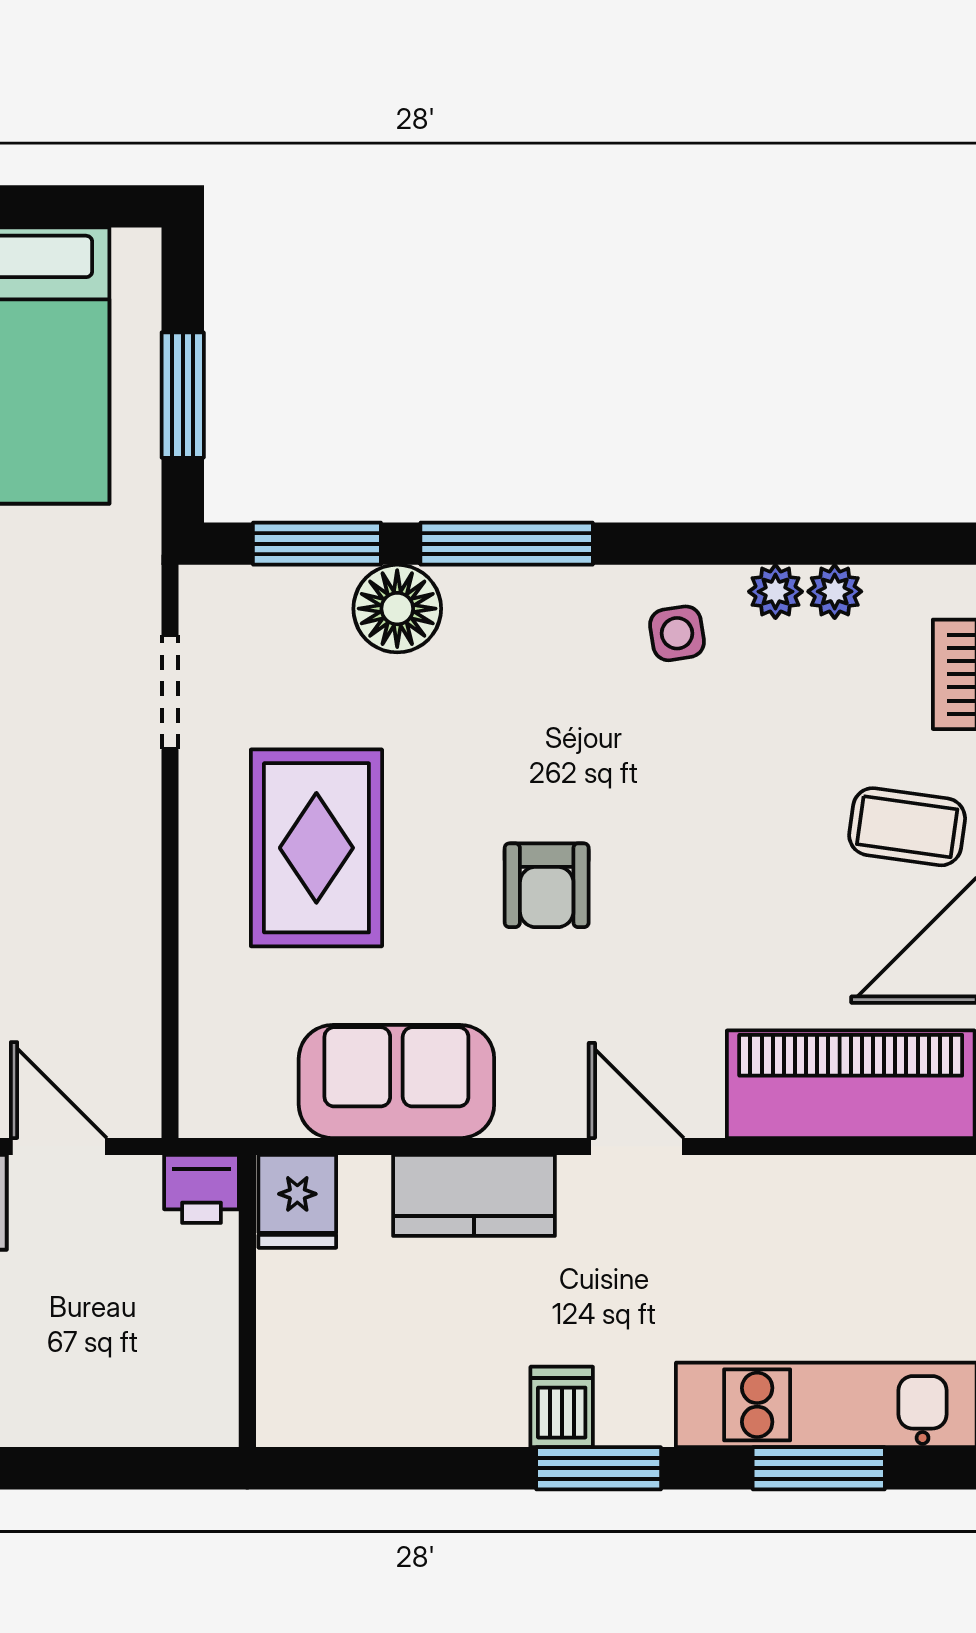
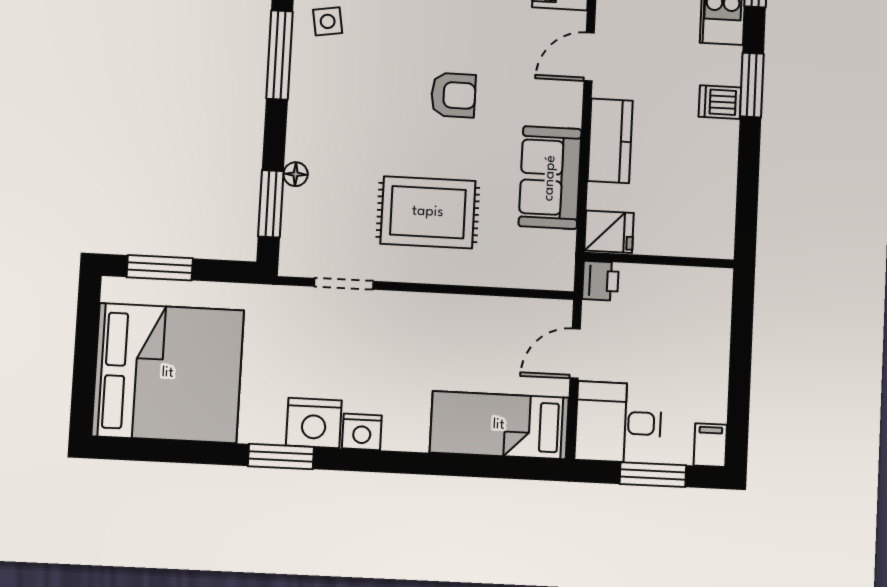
window: (183, 395) -> (160, 268), moved
window: (507, 544) -> (279, 55), moved
floor lamp: (397, 609) -> (296, 174), width x0.53, depth x0.53

